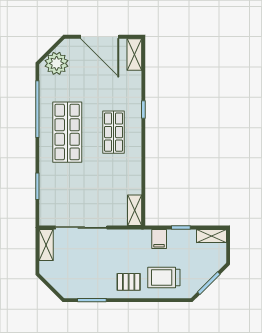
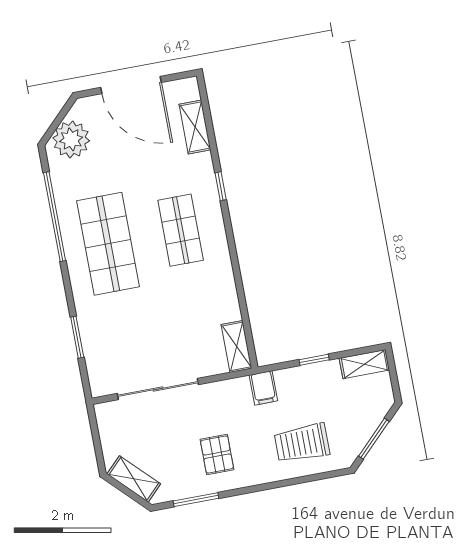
shelving: (134, 54) -> (195, 127), moved
filing cabinet: (159, 239) -> (263, 388), moved
shelving: (46, 245) -> (134, 479), moved, turned -45
pallet: (129, 282) -> (217, 454), moved, turned 90

